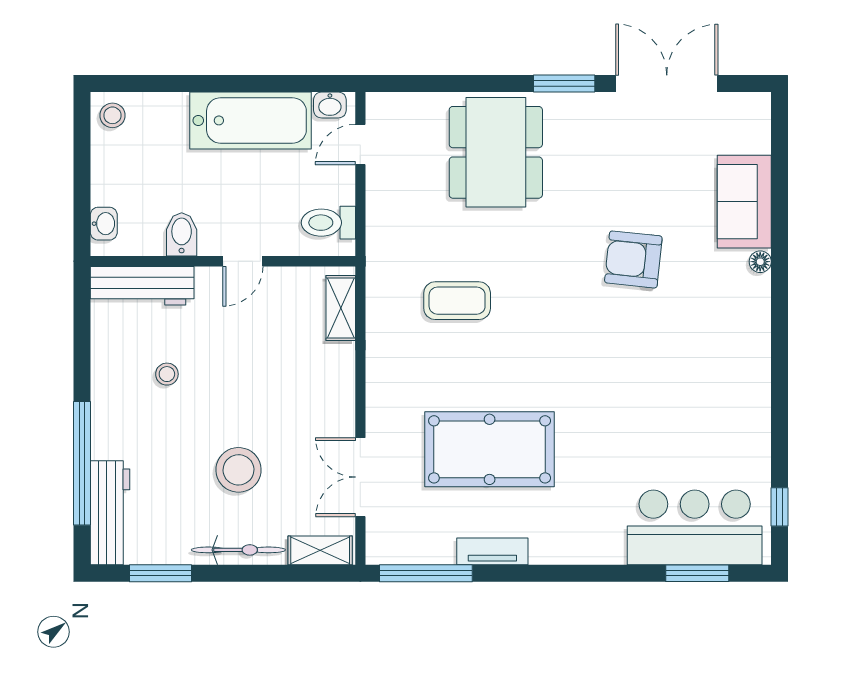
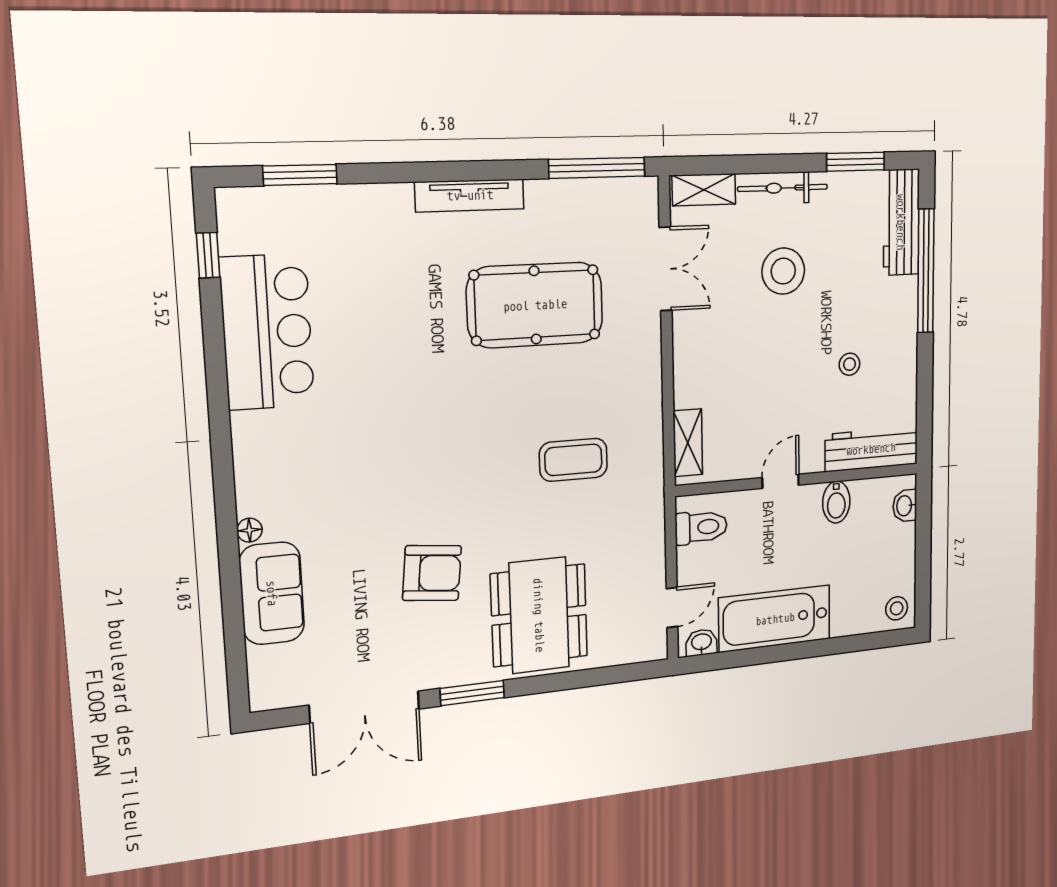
armchair: (633, 259) -> (432, 573), moved
bar counter: (695, 527) -> (267, 332), moved, turned -90
tv unit: (492, 551) -> (470, 195), moved, width x1.41

